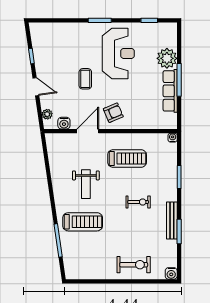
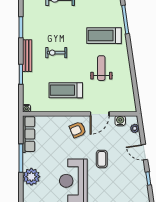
row of seats: (170, 91) -> (29, 134), moved
bench: (172, 221) -> (27, 56), moved

